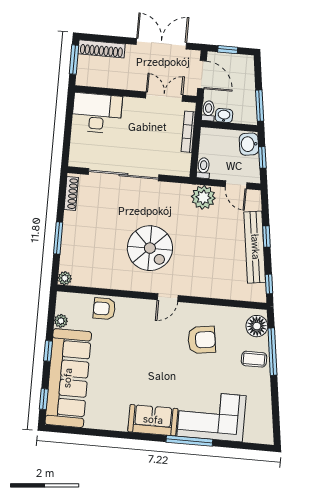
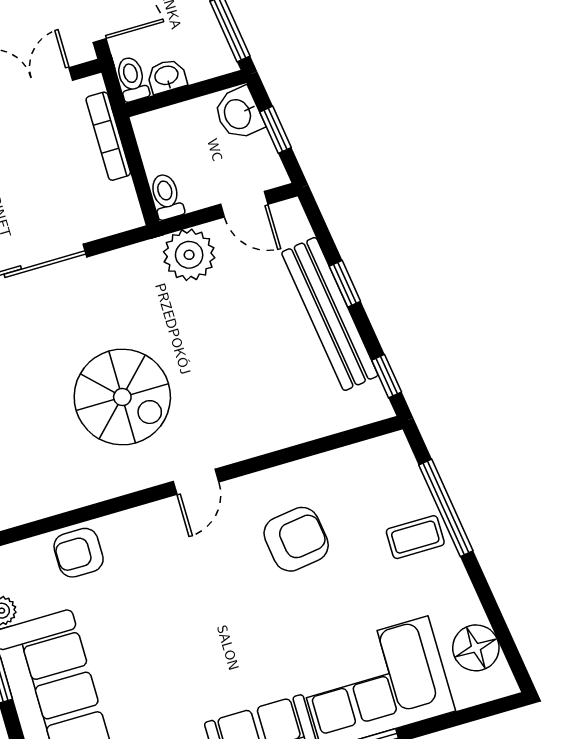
floor lamp: (257, 326) -> (476, 648), moved

